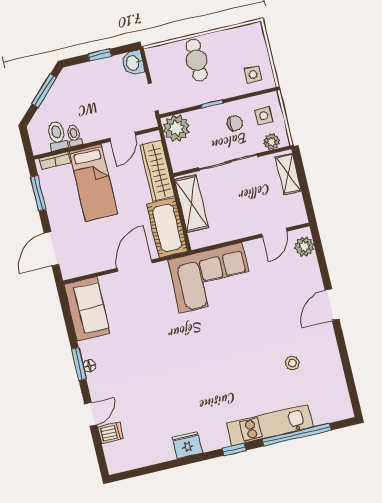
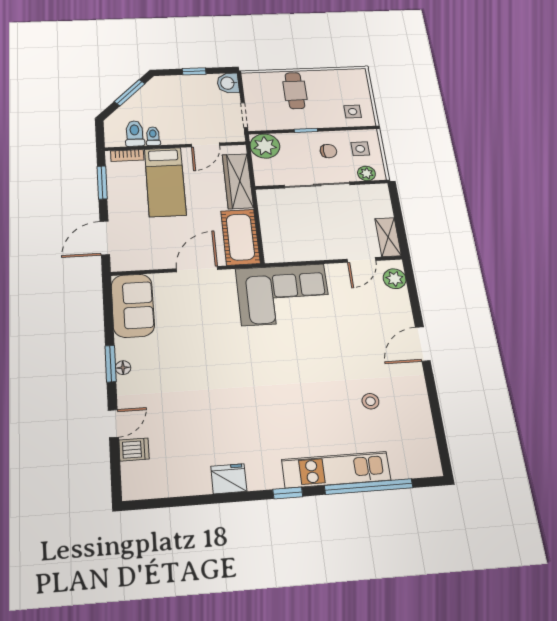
shelving: (288, 174) -> (388, 237), moved
shelving: (192, 204) -> (271, 218), removed

